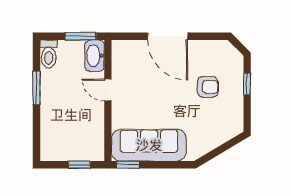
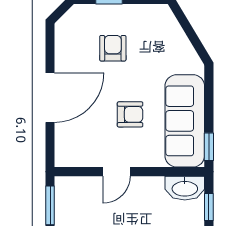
washbasin: (95, 56) -> (185, 188), moved
armchair: (154, 101) -> (130, 114), added

